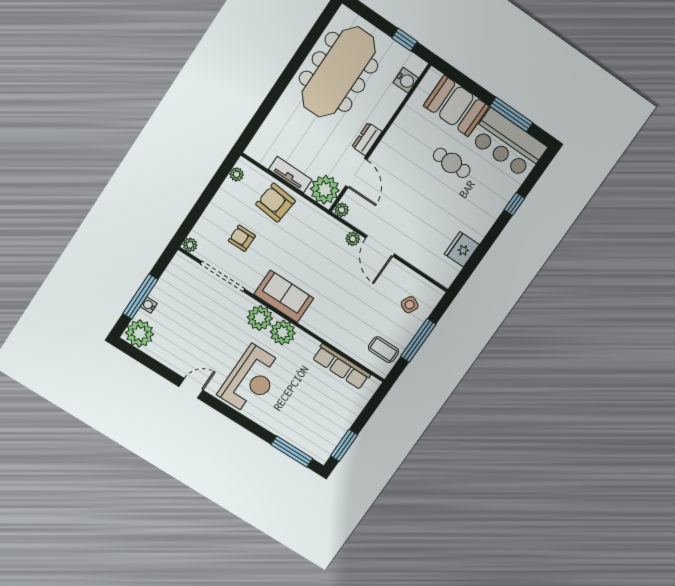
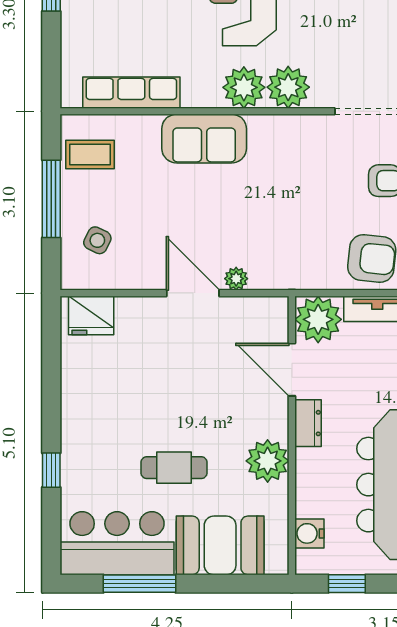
plant: (342, 210) -> (268, 461), moved, width x1.87, depth x1.87
fridge: (462, 249) -> (91, 315), moved, turned 90
sofa: (284, 296) -> (204, 139), moved

